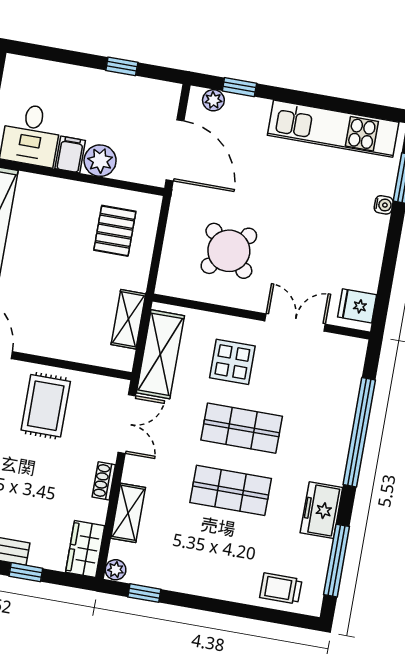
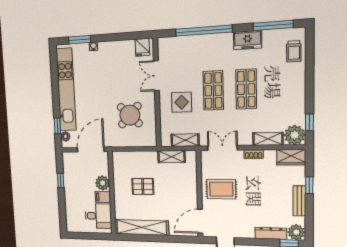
kitchen unit: (333, 129) -> (66, 90), width x1.36
pallet: (115, 231) -> (143, 186), moved
shelving: (160, 354) -> (185, 140), width x0.67, depth x0.75
plant: (116, 570) -> (295, 135), width x1.88, depth x1.88

